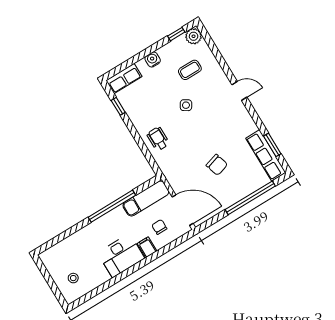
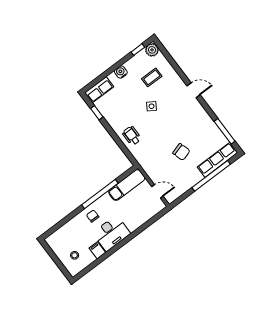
window: (272, 145) -> (225, 131), width x1.44
row of seats: (266, 155) -> (217, 160), moved, turned 90
door: (183, 210) -> (157, 191), width x0.53
chair: (159, 227) -> (93, 216), moved
filing cabinet: (147, 247) -> (97, 250), moved

